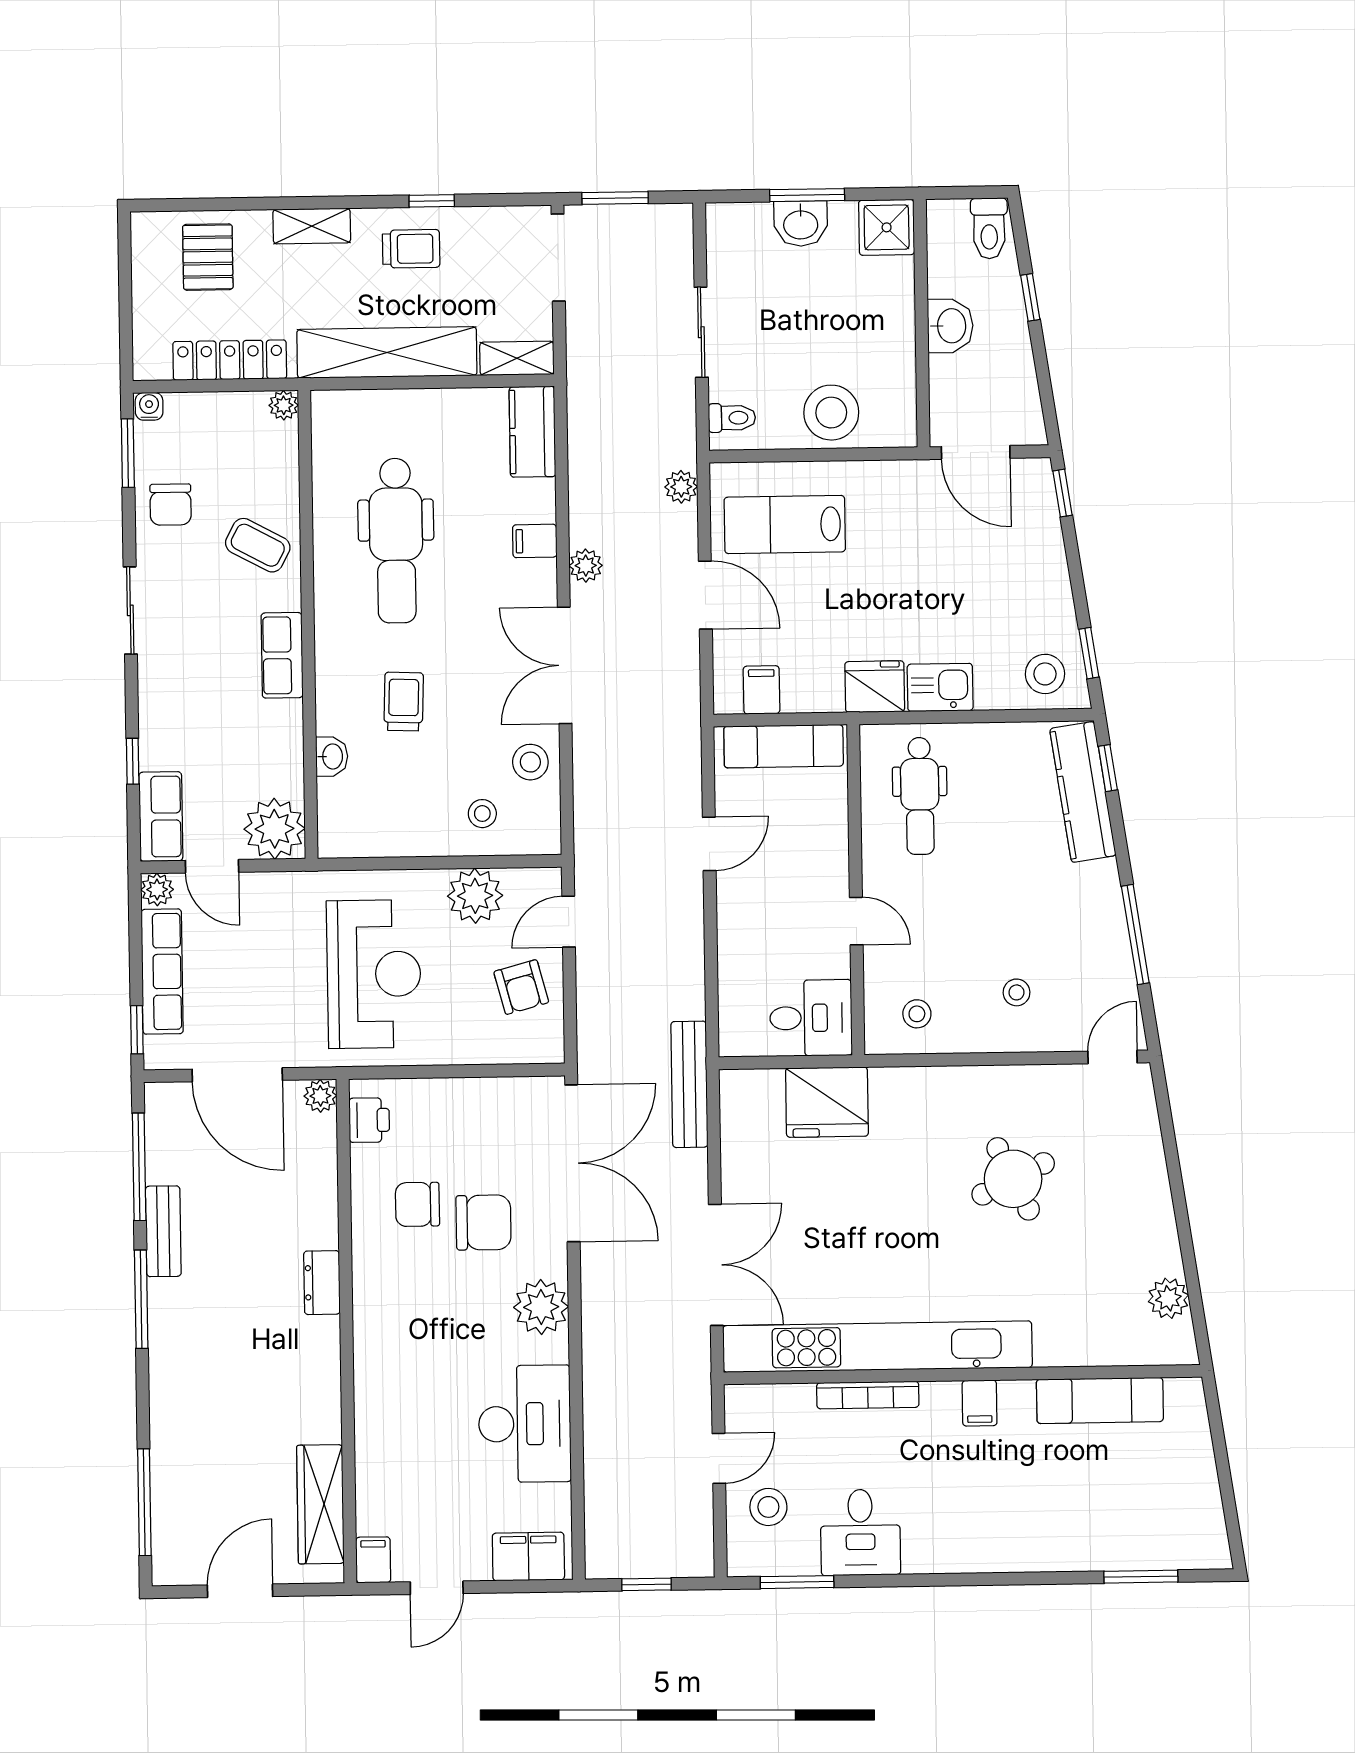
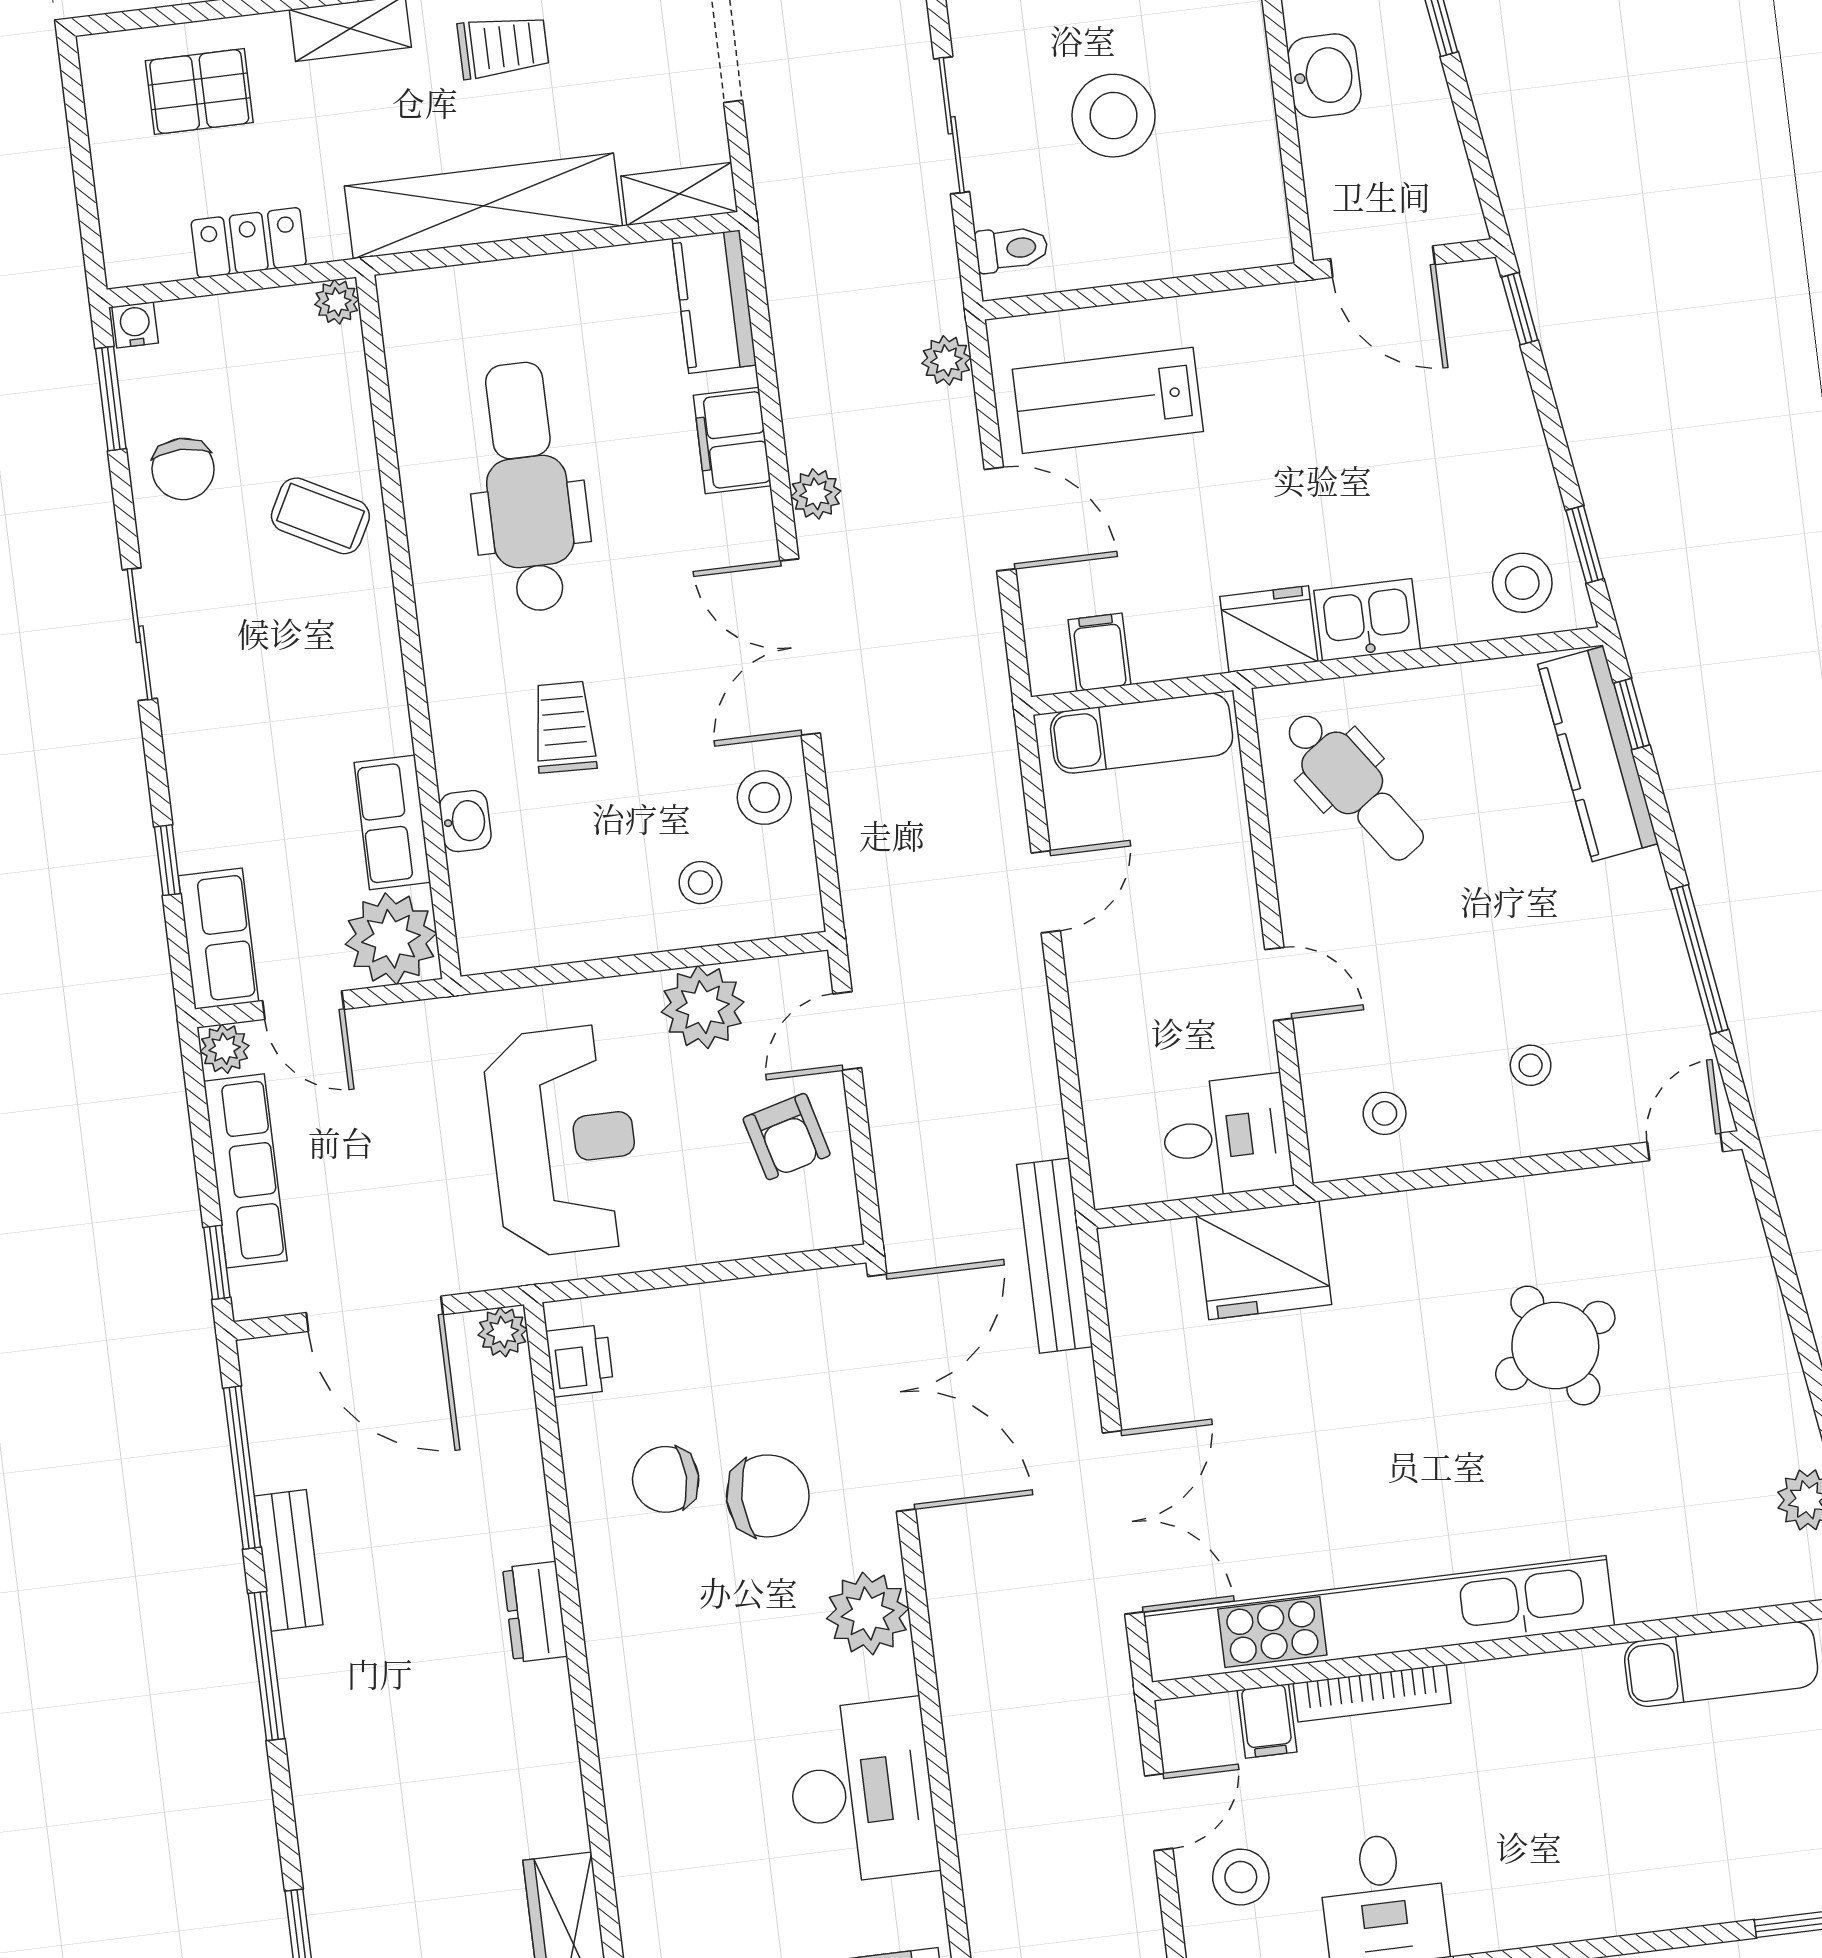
pallet: (208, 257) -> (199, 92), turned 90
locker: (230, 360) -> (249, 243), width x0.66
stool: (831, 413) -> (1114, 116), moved
dental chair: (396, 541) -> (527, 487), turned 180
filing cabinet: (535, 541) -> (732, 440), width x2.00
row of seats: (282, 655) -> (392, 822), moved
dental chair: (920, 796) -> (1354, 786), turned -35
filing cabinet: (980, 1403) -> (1267, 1721), moved

